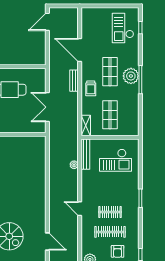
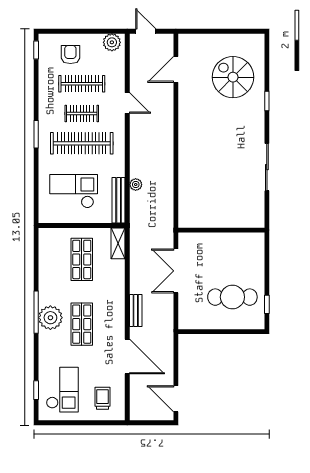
door: (47, 22) -> (176, 399), swing flipped
trolley: (91, 88) -> (103, 398), moved
double door: (47, 107) -> (176, 271), swing flipped
clothes rail: (110, 192) -> (82, 143), added
door: (80, 209) -> (127, 103), moved
door: (47, 241) -> (176, 69), hinge flipped

